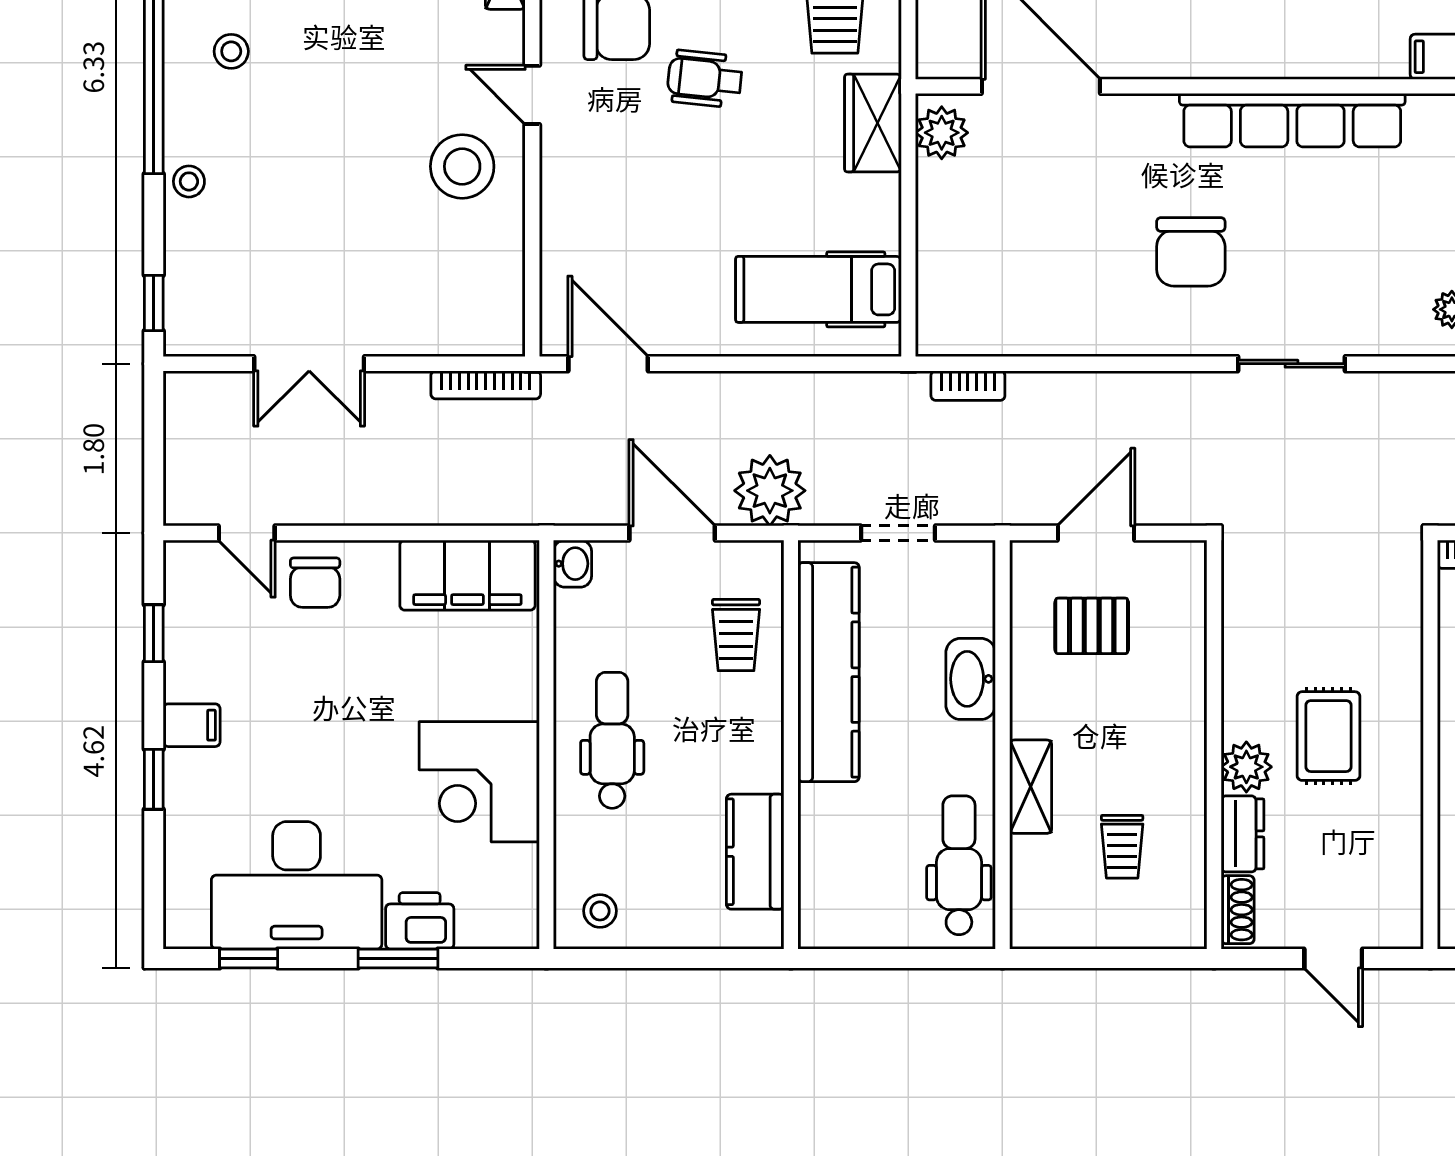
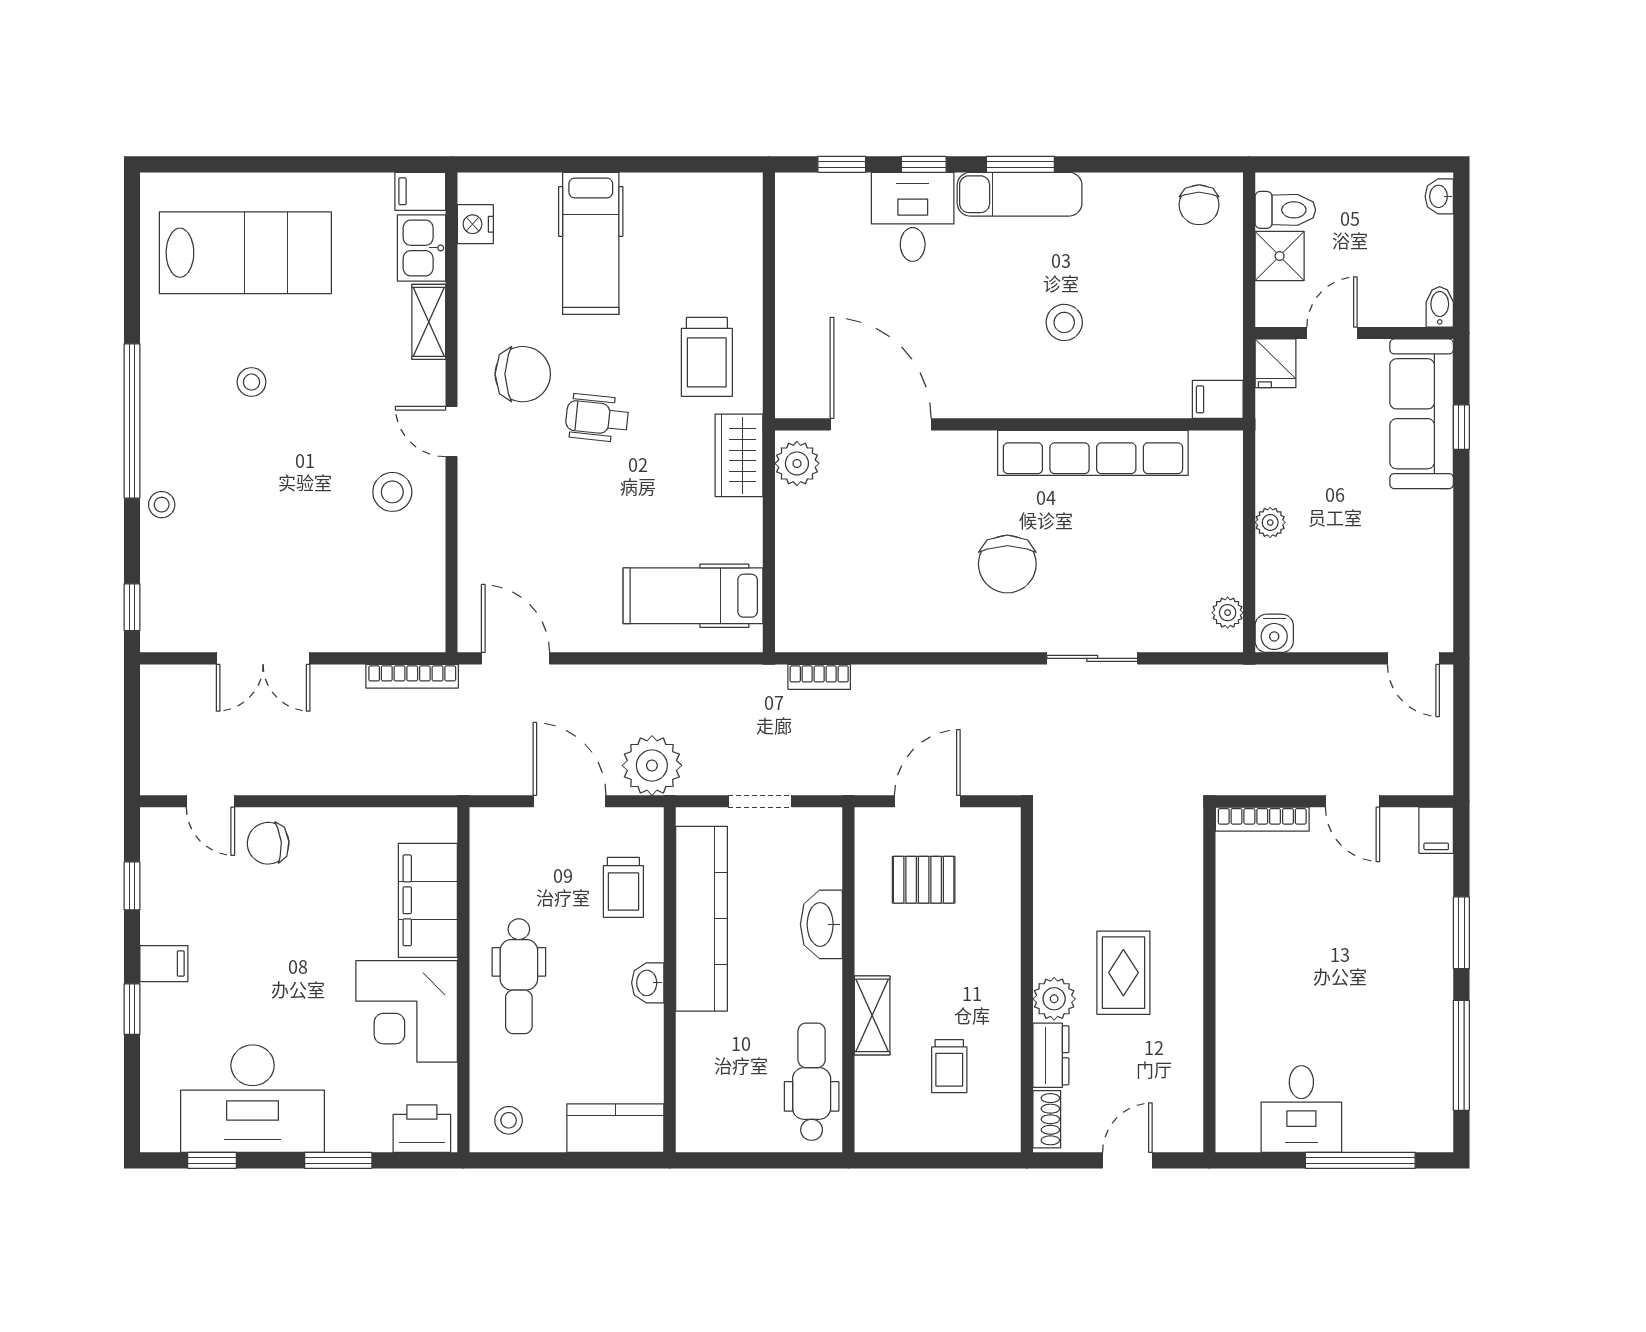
stool: (231, 51) -> (251, 382), moved
stool: (462, 166) -> (392, 492), width x0.73, depth x0.73
washbasin: (573, 564) -> (648, 983), moved, turned 180
filing cabinet: (467, 575) -> (428, 900), moved, turned 90
chair: (315, 583) -> (268, 843), turned 85
dental chair: (612, 740) -> (519, 976), turned 180
kitchen counter: (755, 852) -> (615, 1128), moved, turned 90
printer: (420, 921) -> (422, 1129), moved
door: (1333, 958) -> (1127, 1160), swing flipped

